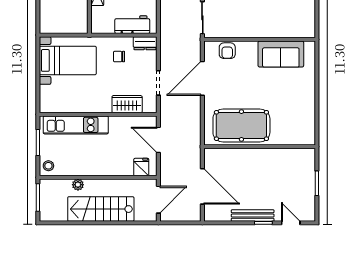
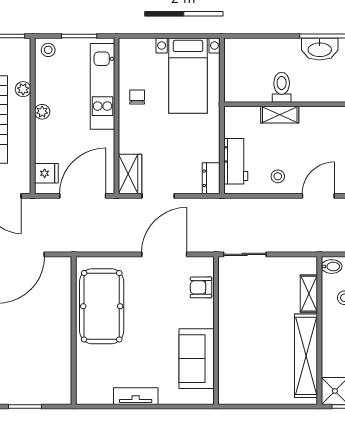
chair: (119, 57) -> (137, 97), moved
door: (202, 78) -> (164, 254), hinge flipped
tv unit: (309, 100) -> (136, 396), added
wardrobe: (127, 104) -> (130, 174), moved
door: (158, 140) -> (83, 196), width x1.36
plant: (95, 170) -> (42, 112), added

